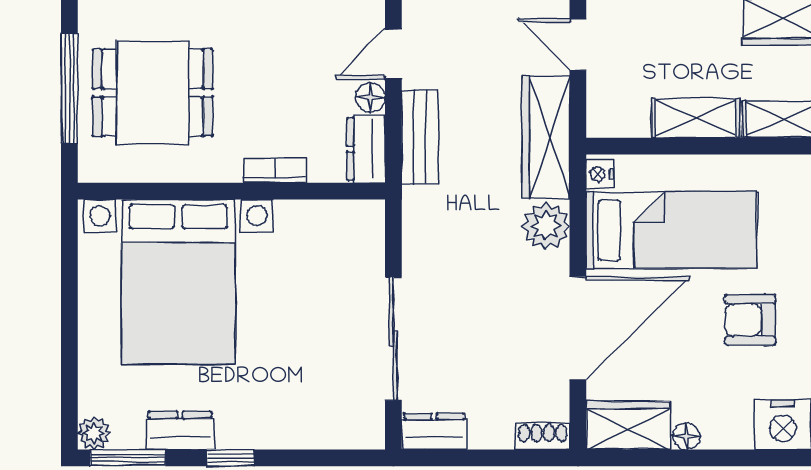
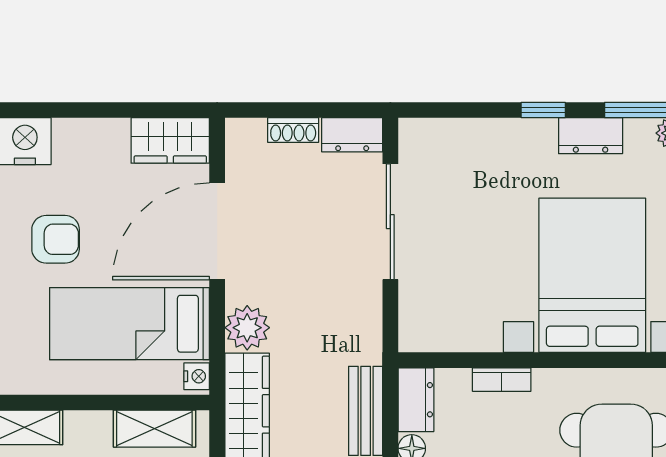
shelving: (696, 118) -> (154, 429), moved
shoe rack: (543, 436) -> (293, 130), moved
floor lamp: (686, 436) -> (115, 130), removed

